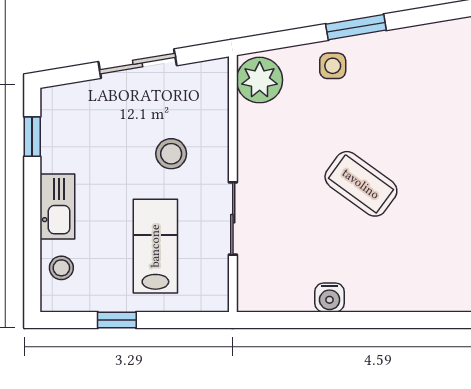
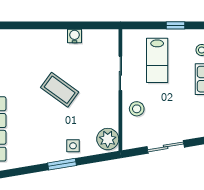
stool: (171, 154) -> (137, 109), moved

